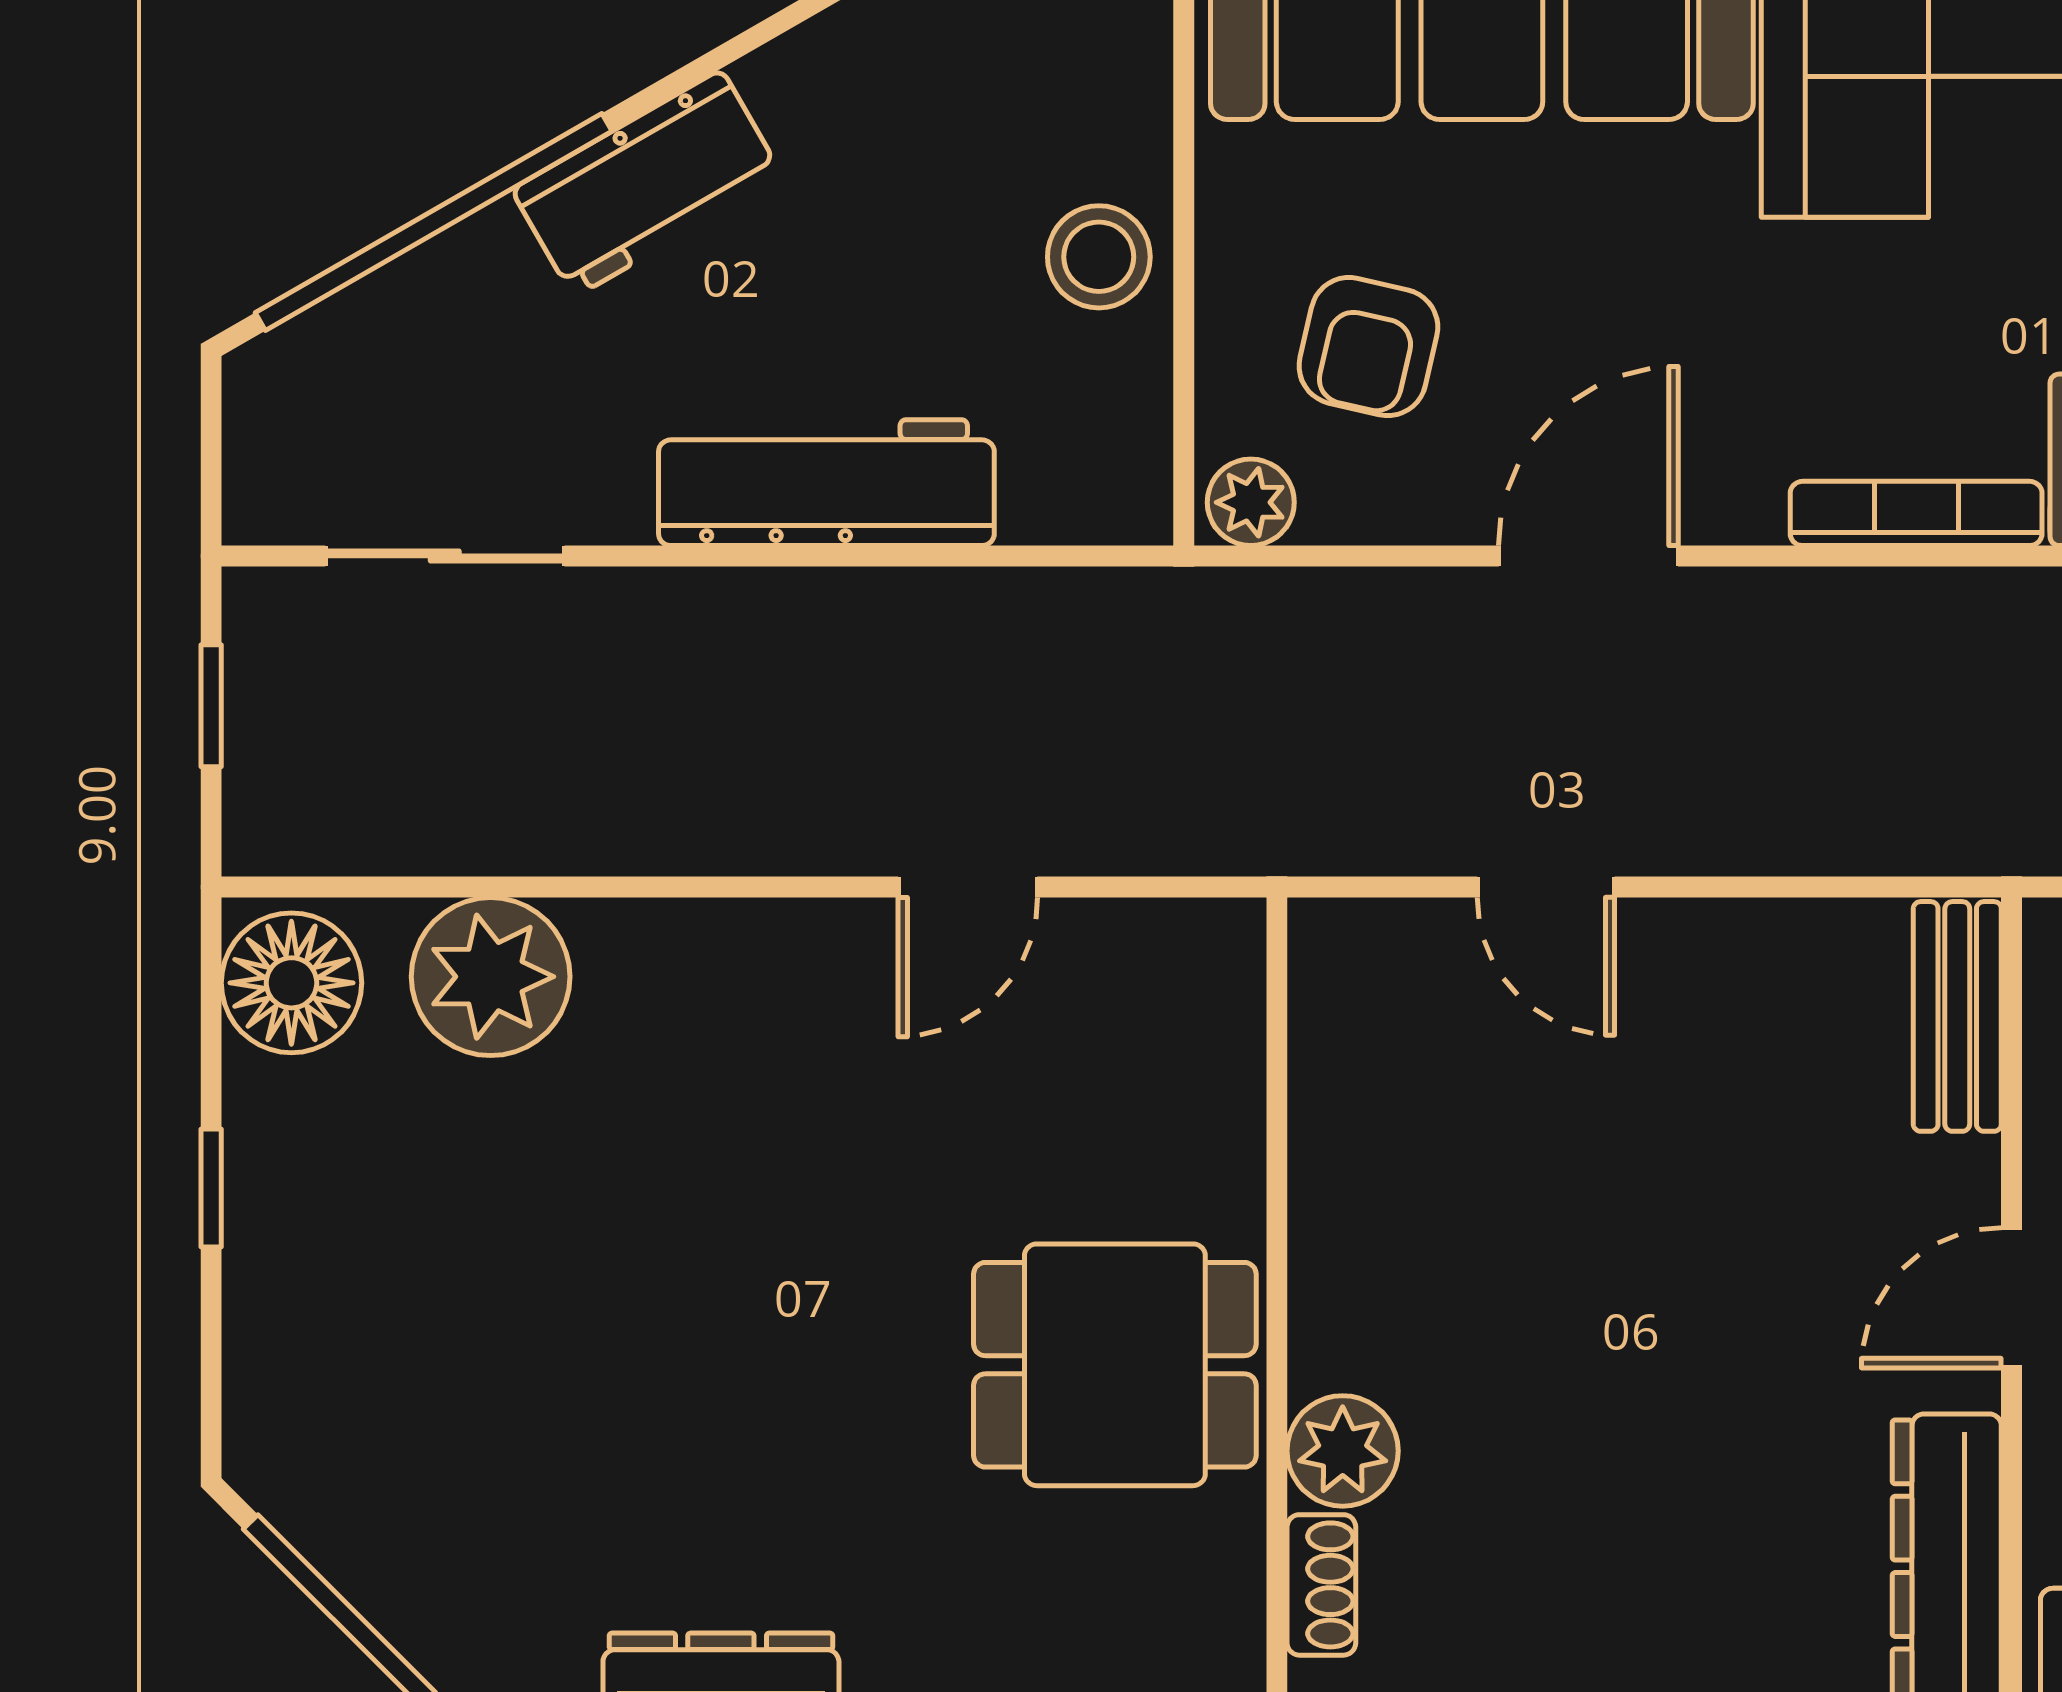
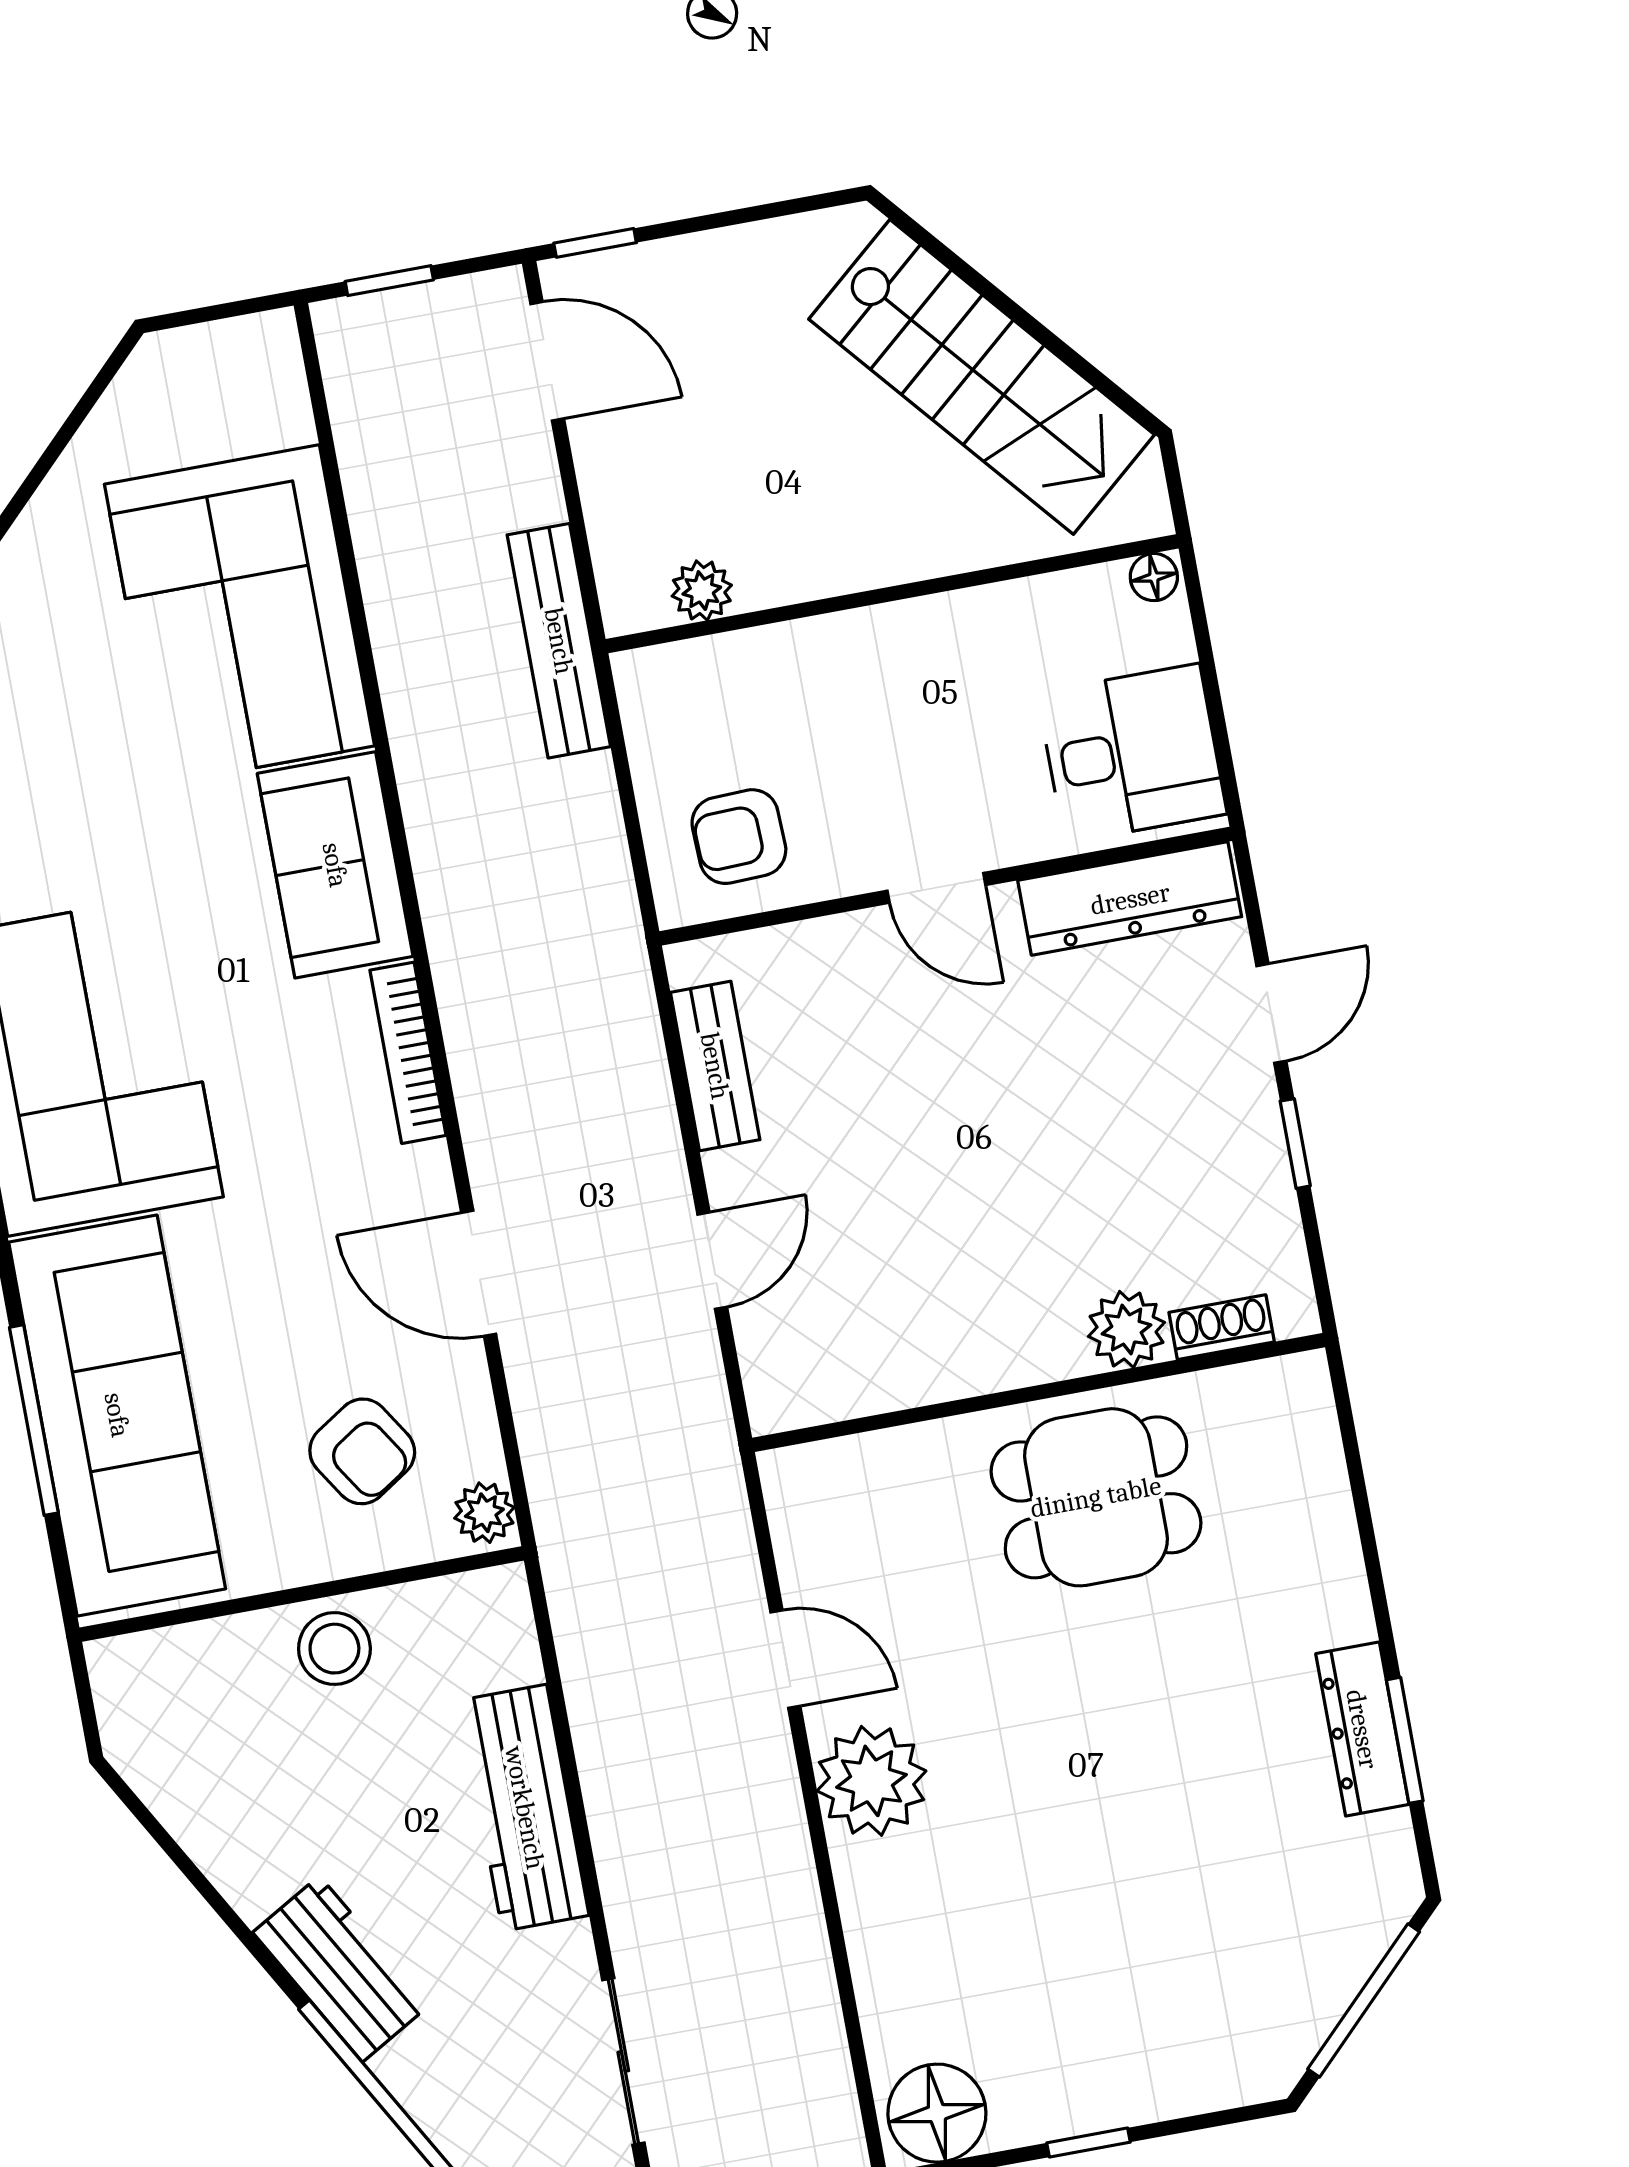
armchair: (1368, 347) -> (362, 1451), turned 44
plant: (491, 977) -> (871, 1781), moved
bench: (1957, 1016) -> (715, 1066), moved, turned 90
dining table: (1115, 1365) -> (1096, 1497), turned 90

